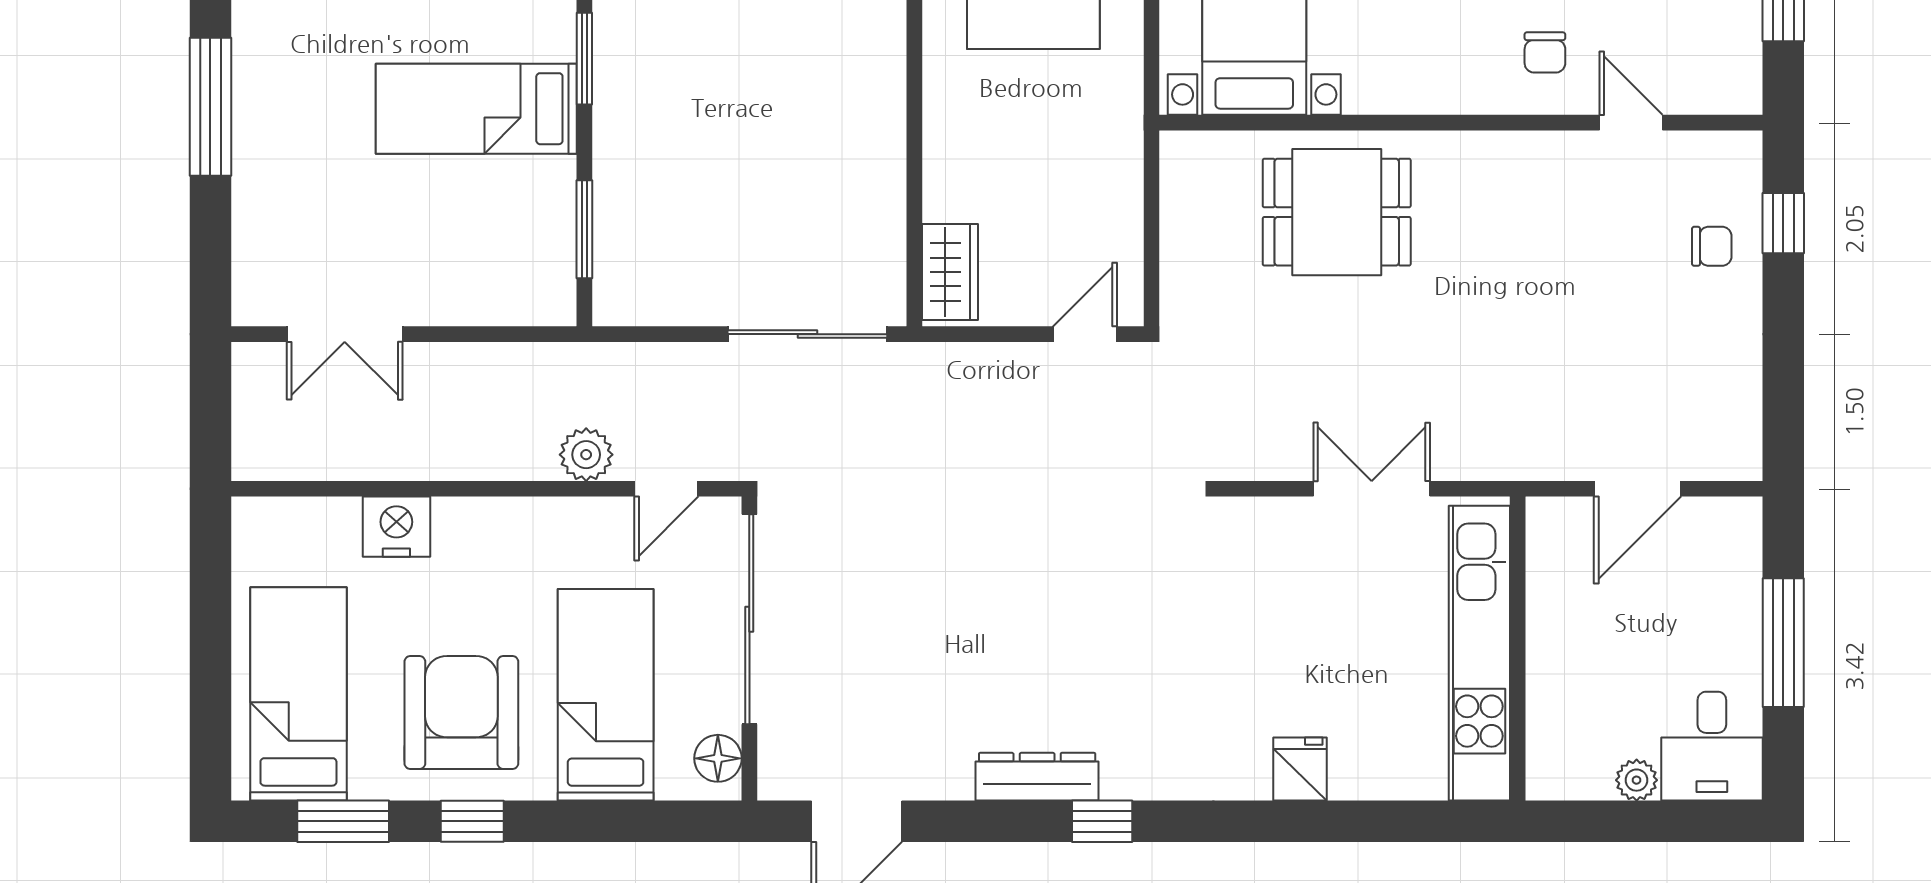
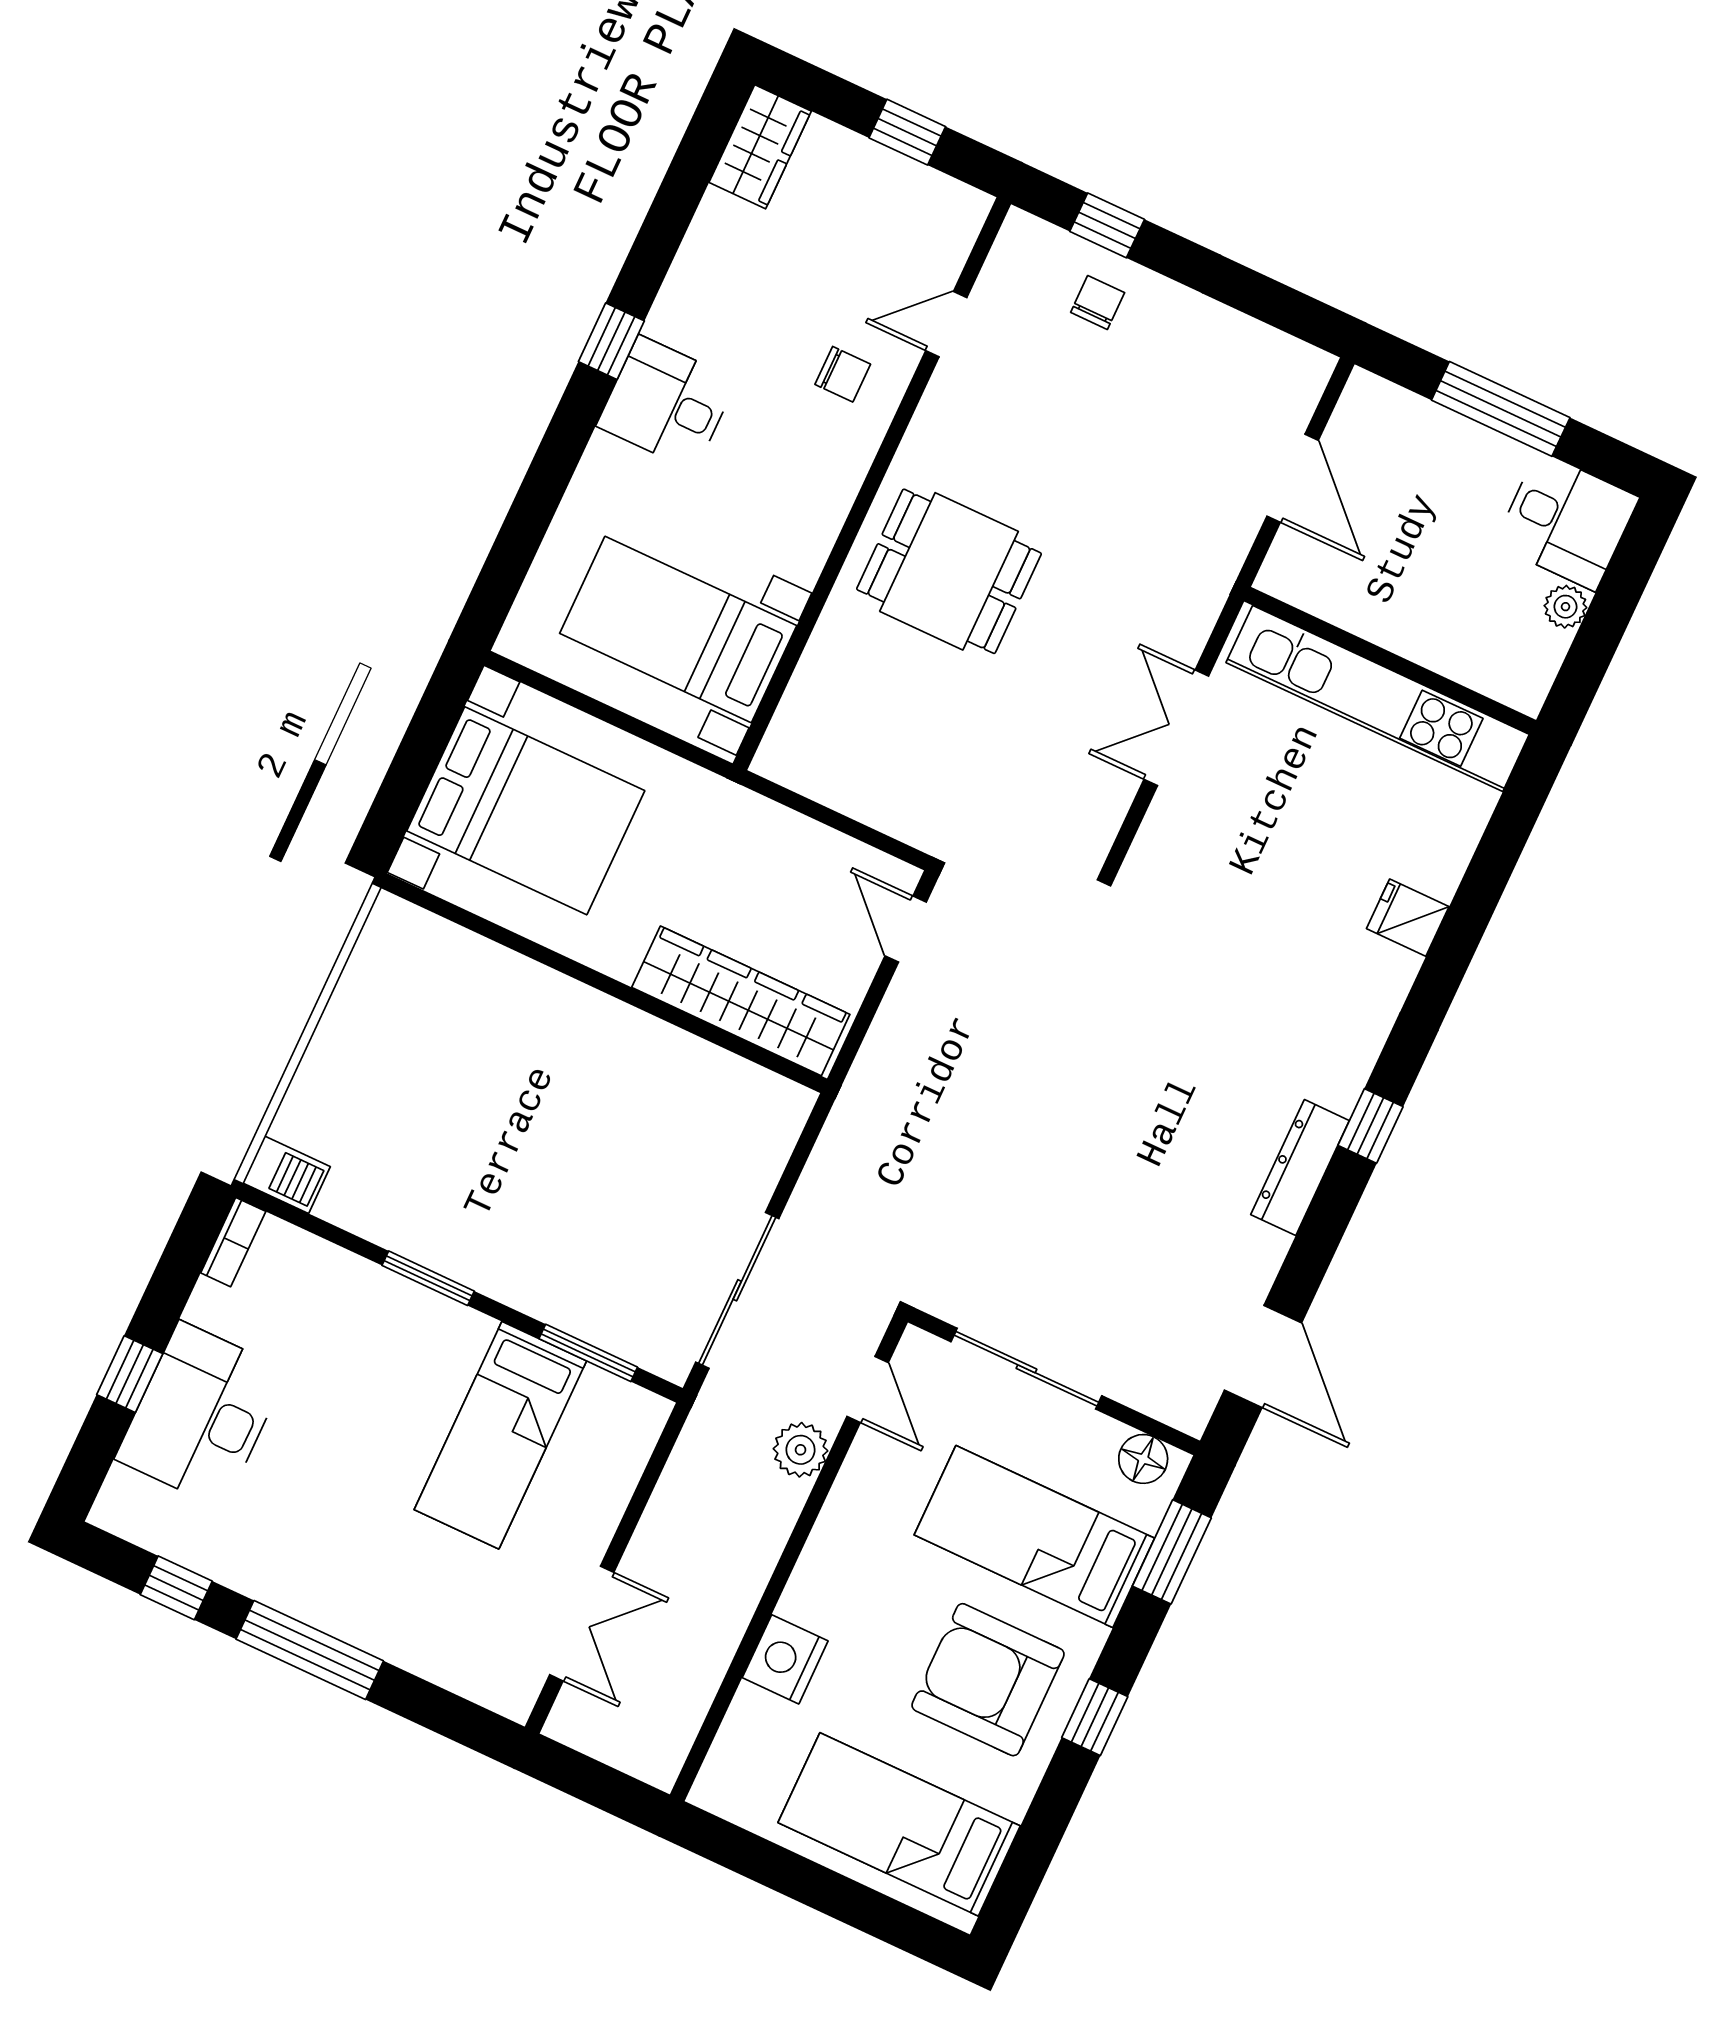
bed: (476, 109) -> (500, 1435), moved
dining table: (1337, 212) -> (949, 571), moved, turned 90
wardrobe: (950, 272) -> (741, 1001), width x2.10, depth x1.17
sliding door: (807, 334) -> (737, 1290), moved
sliding door: (749, 619) -> (1026, 1369), width x0.73
window: (343, 821) -> (1172, 1552), moved

